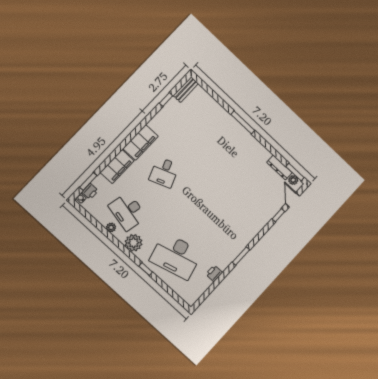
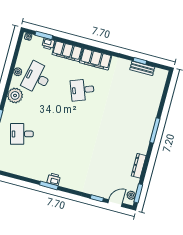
bench: (186, 90) -> (142, 68), moved
dresser: (279, 167) -> (139, 166), moved
printer: (90, 191) -> (48, 44), moved
desk: (176, 256) -> (22, 134), width x0.53, depth x0.77
printer: (214, 273) -> (54, 179), moved

